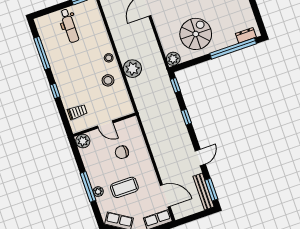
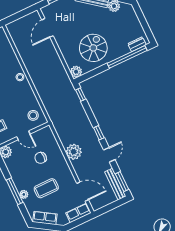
plant: (132, 69) -> (74, 152), moved
stool: (108, 80) -> (33, 115), moved
window: (186, 117) -> (99, 133), moved

